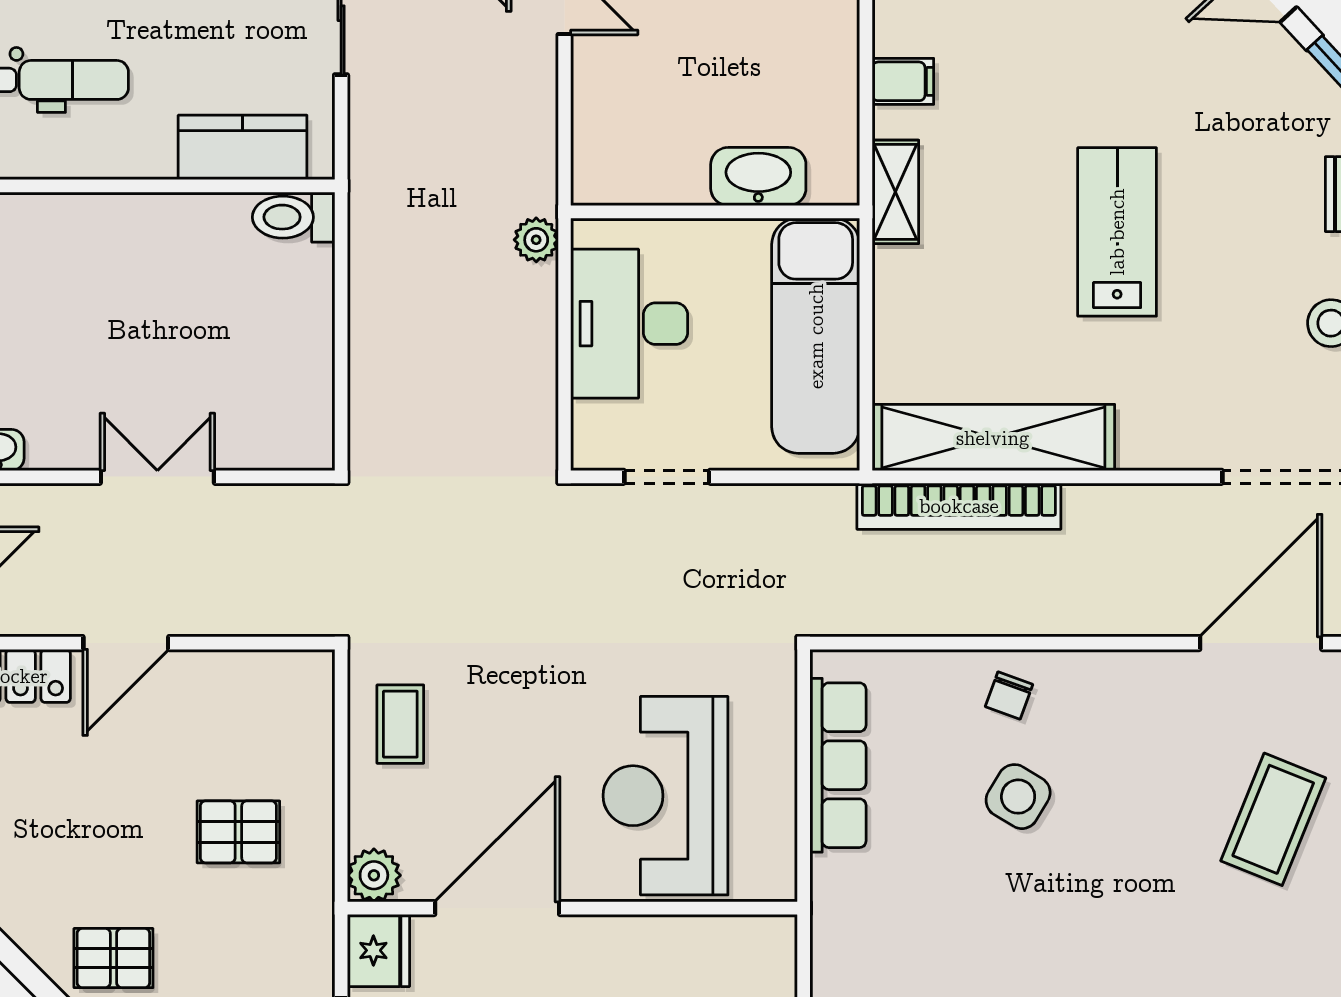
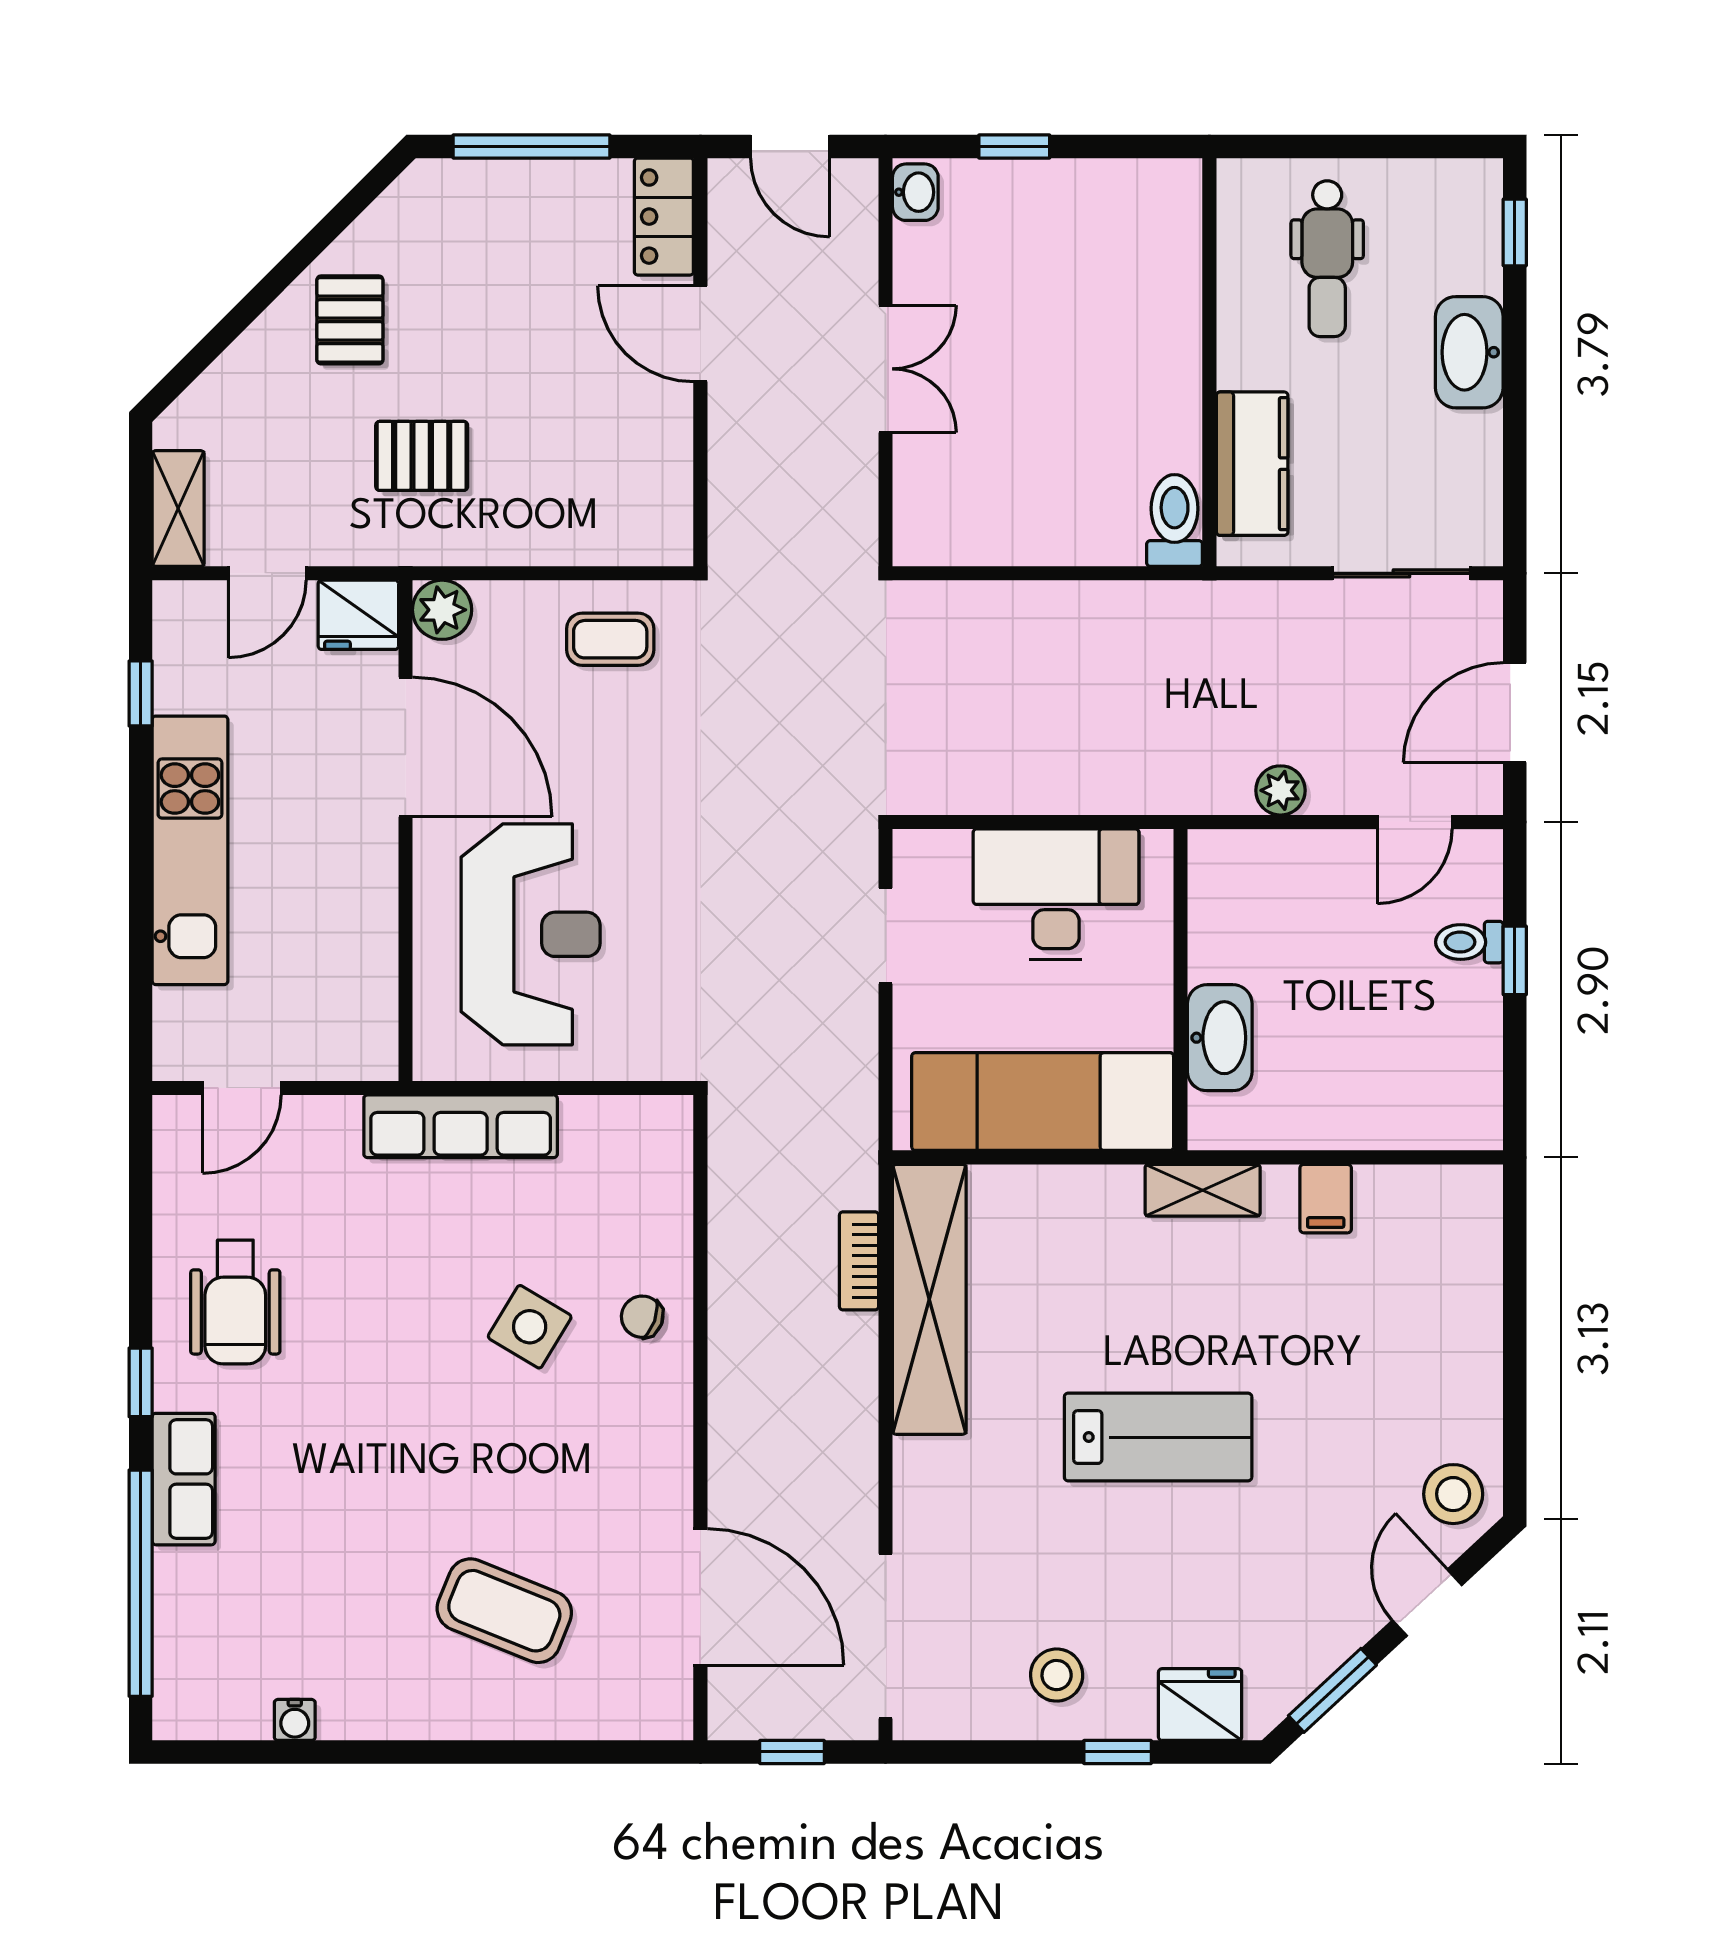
plant: (536, 240) -> (1280, 790), moved
bookcase: (959, 506) -> (859, 1261), width x0.43, depth x0.76
row of seats: (838, 765) -> (461, 1126), moved
reception desk: (665, 796) -> (531, 934), turned 90
pallet: (238, 832) -> (422, 456), moved, turned 90

